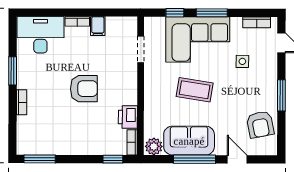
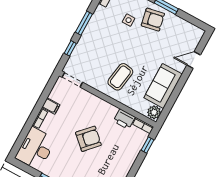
corner sofa: (198, 40) -> (97, 43), removed
doorway: (141, 49) -> (72, 80), moved
armchair: (84, 89) -> (88, 139), turned 43
coffee table: (195, 90) -> (120, 77), moved
armchair: (260, 125) -> (153, 20), moved
window: (194, 159) -> (178, 89), removed

